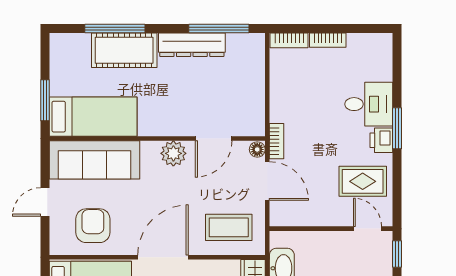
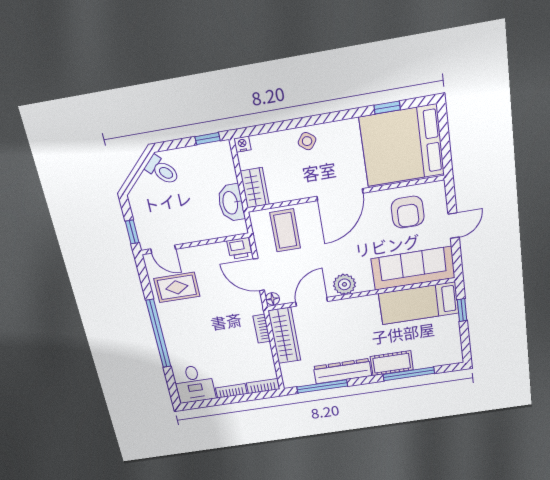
cot: (124, 50) -> (392, 363), width x0.73, depth x0.75
window: (45, 100) -> (462, 310), width x0.67
wardrobe: (252, 102) -> (285, 335), added
desk: (369, 104) -> (194, 384), moved, turned -90
window: (397, 128) -> (158, 334), width x2.11
printer: (381, 140) -> (239, 248), moved, turned 90
bookcase: (277, 141) -> (262, 329), moved
coffee table: (229, 227) -> (285, 230), turned 90

